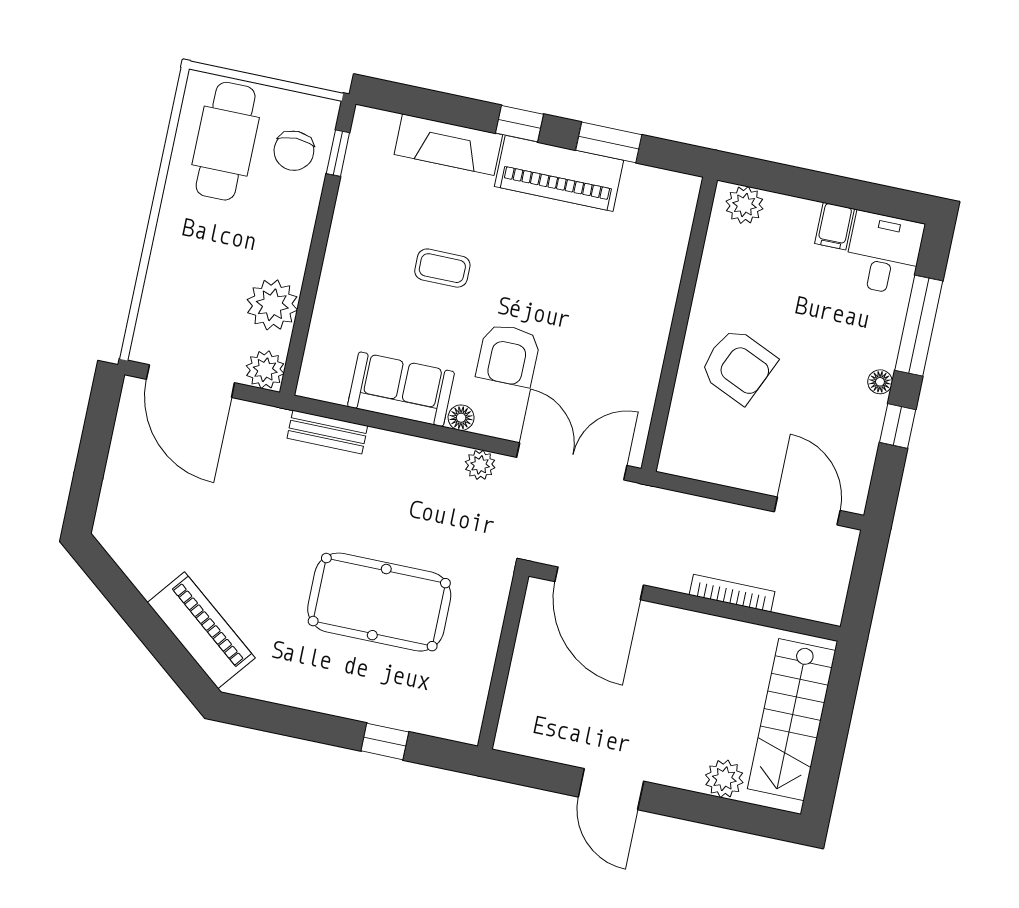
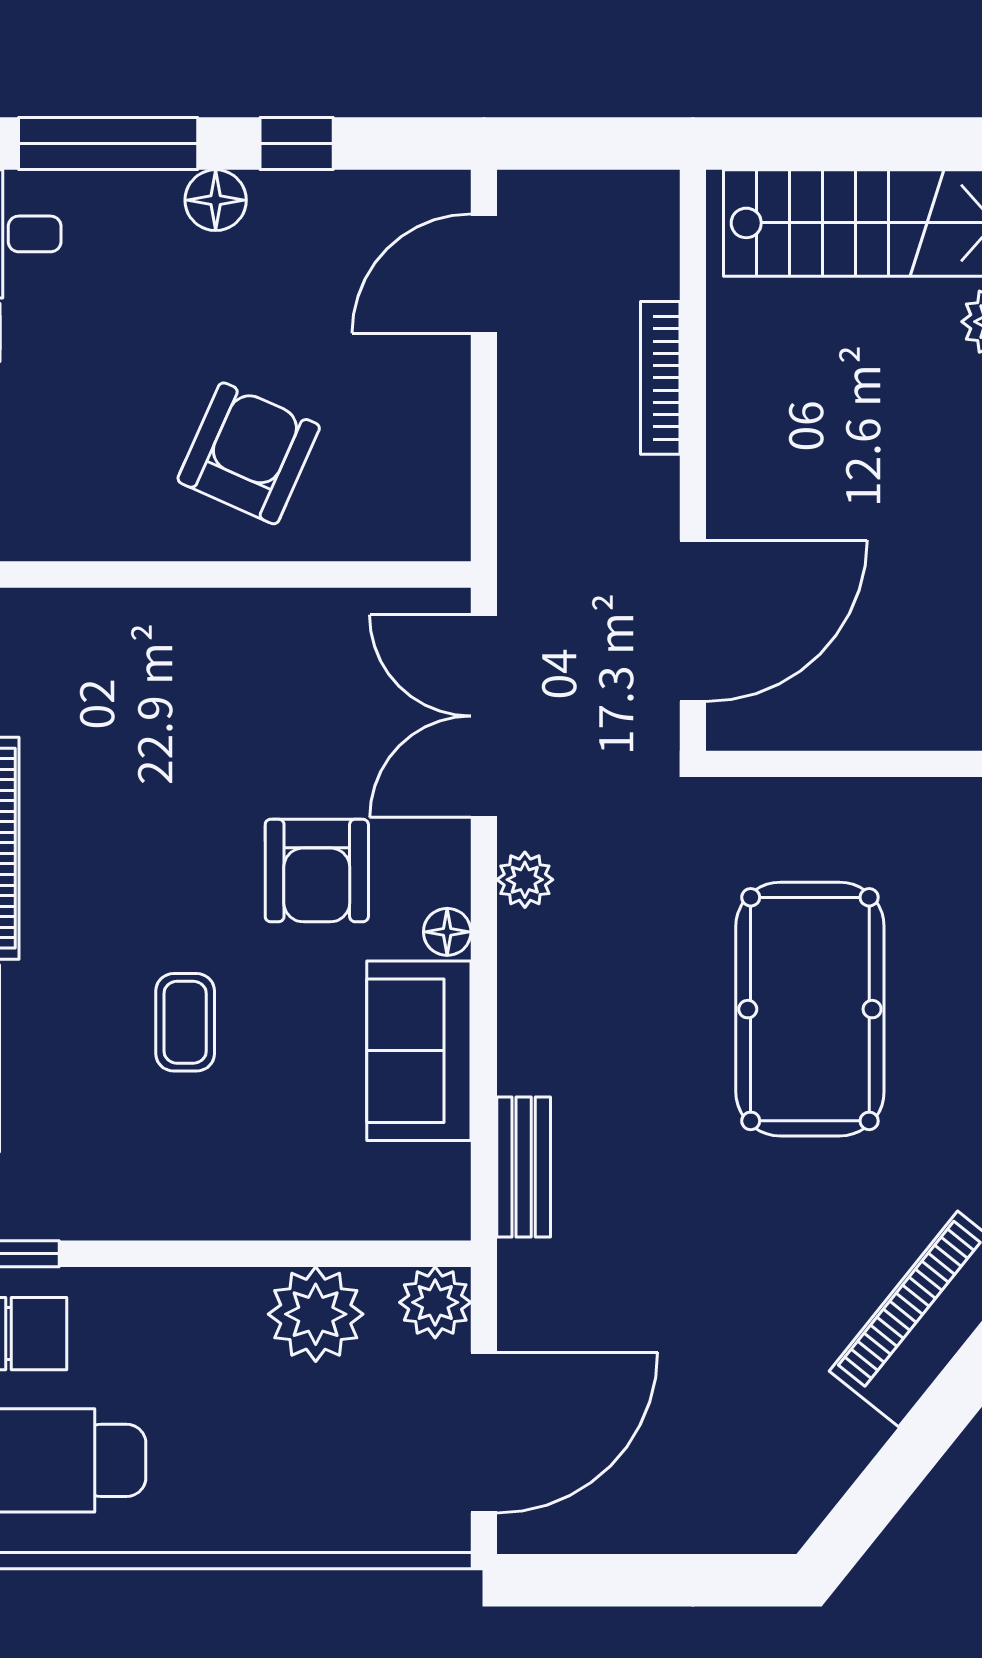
armchair: (508, 355) -> (317, 871), turned 90
floor lamp: (880, 382) -> (216, 200), width x1.37, depth x1.37

